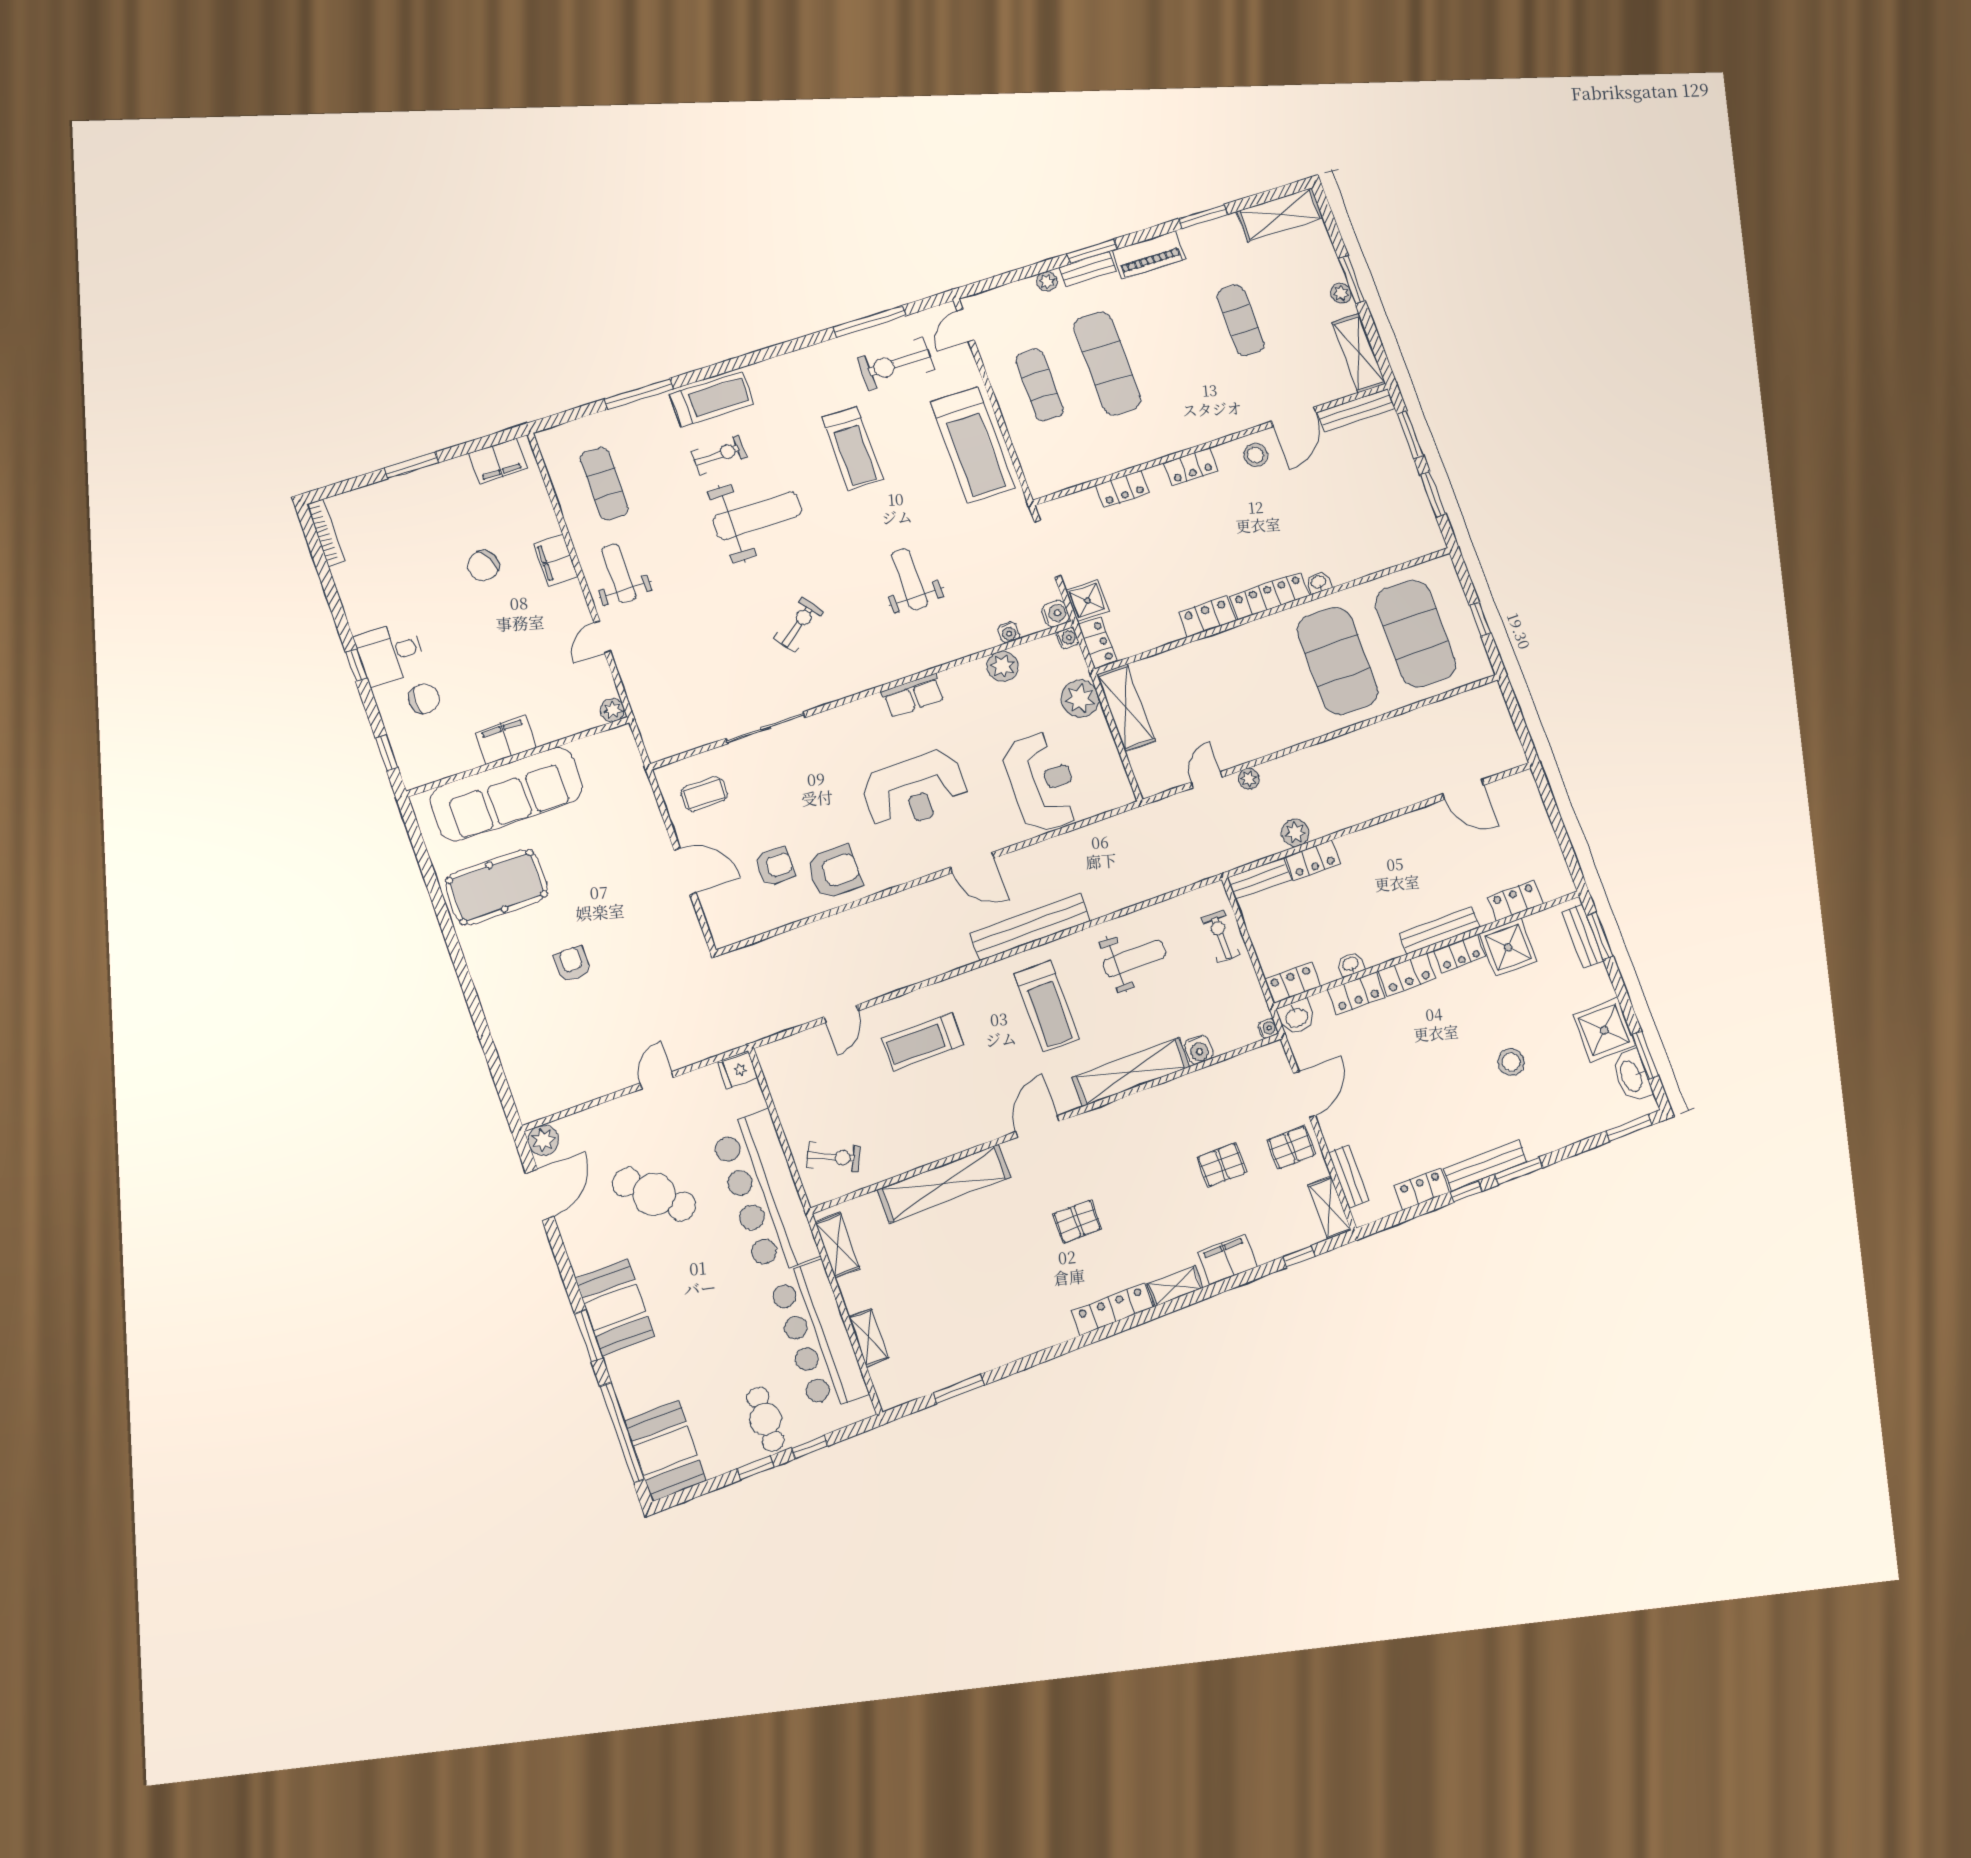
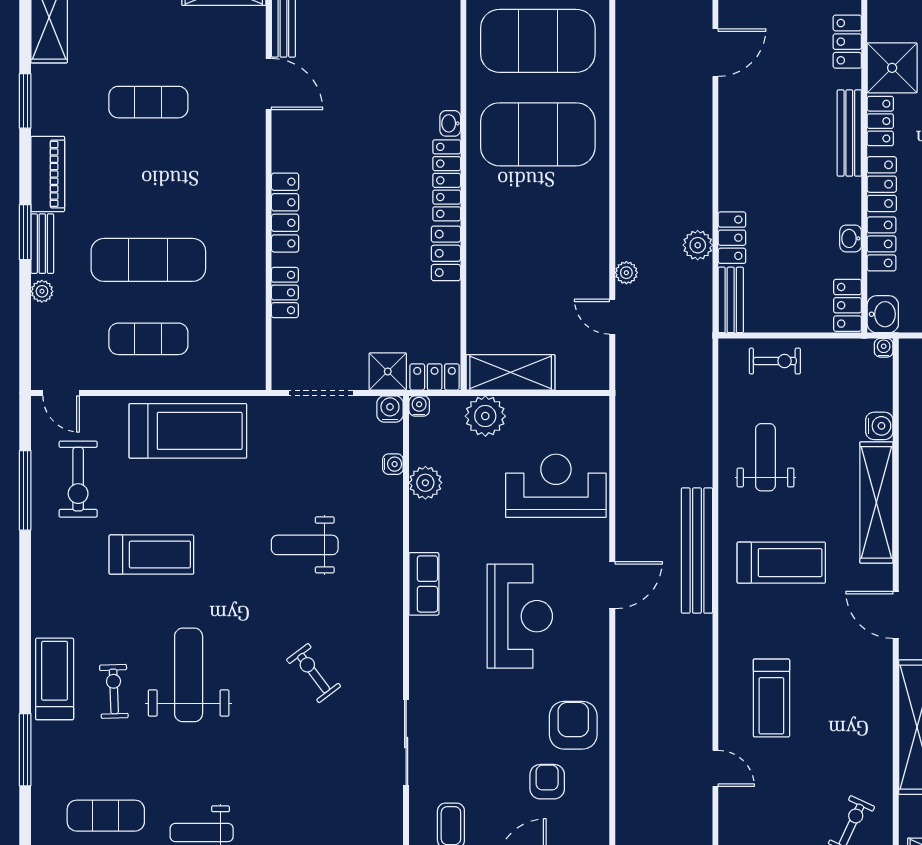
stool: (1256, 455) -> (295, 140), removed
locker: (1191, 467) -> (285, 213), width x1.53
exercise bike: (1221, 936) -> (775, 361), turned 180

